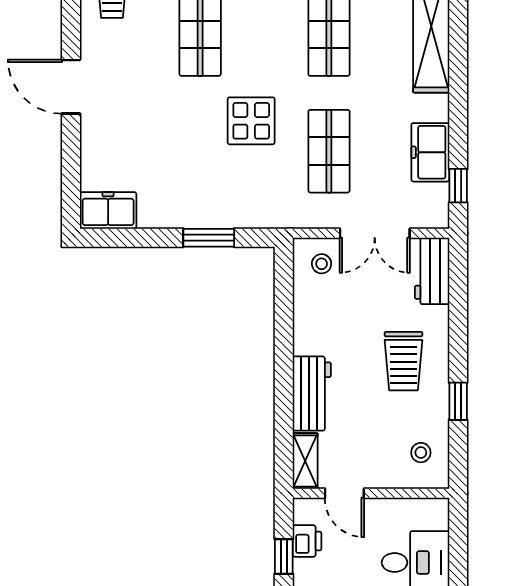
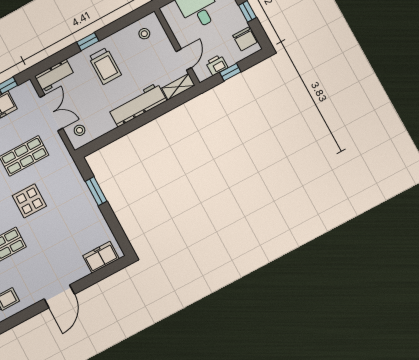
freezer: (108, 210) -> (101, 257), moved, turned 90
trolley: (403, 361) -> (105, 66), turned 90
workbench: (312, 394) -> (138, 105), width x1.37
window: (458, 401) -> (88, 42), moved

